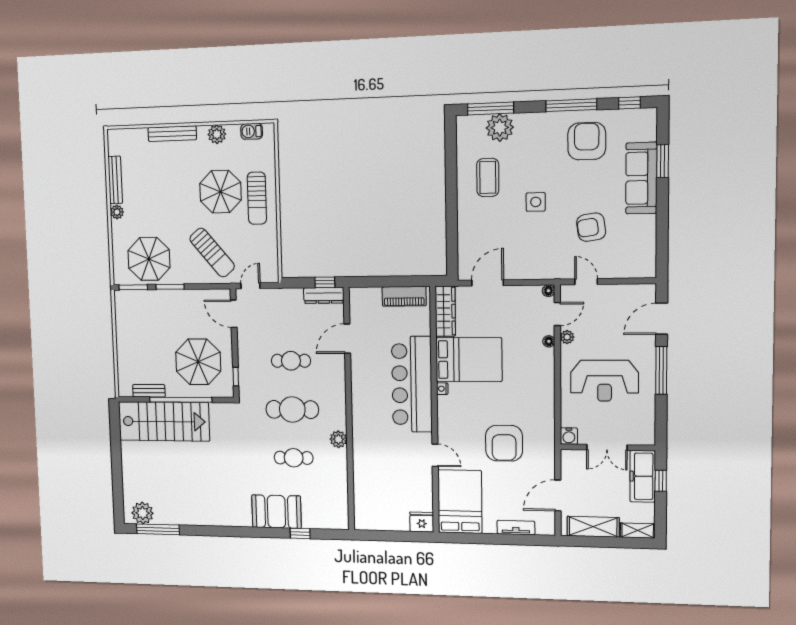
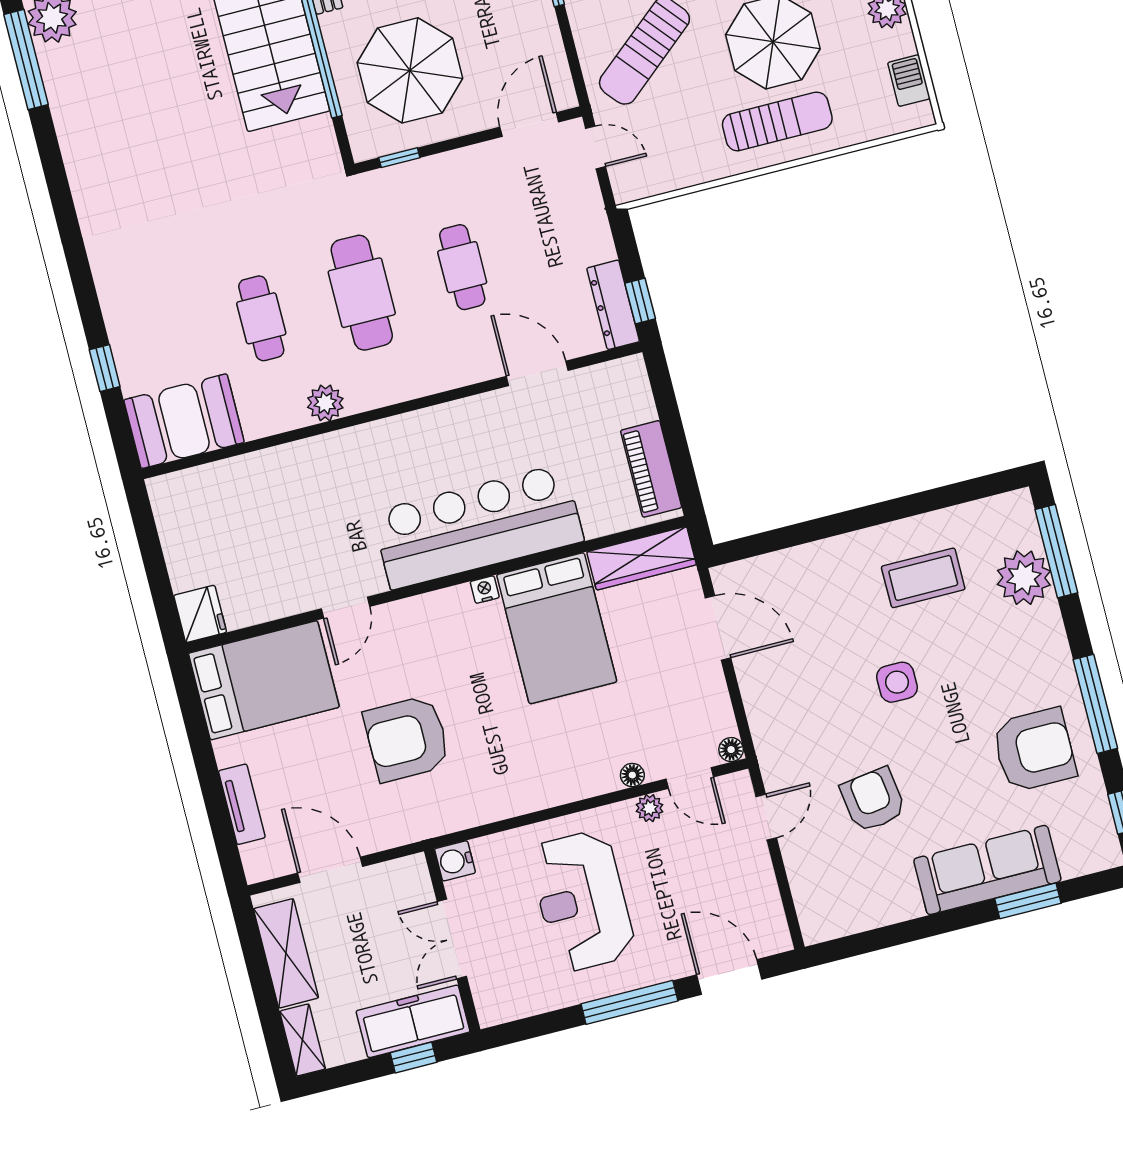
sun lounger: (257, 198) -> (777, 121), turned 180
booth: (276, 512) -> (184, 421), moved, turned 90

